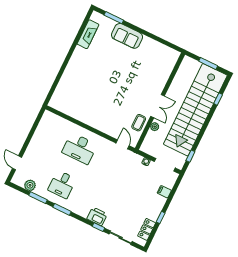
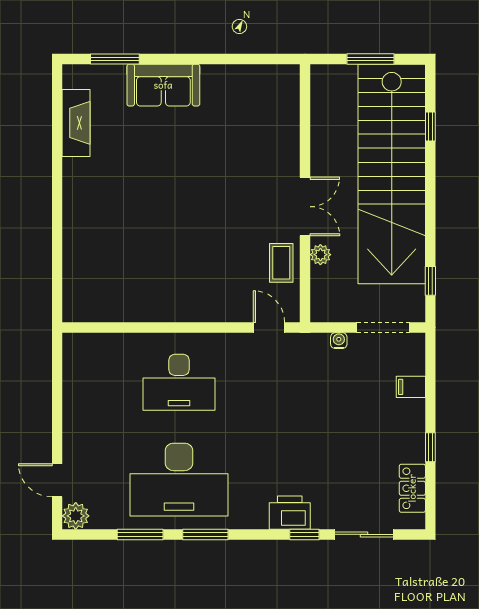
desk: (62, 184) -> (179, 480), width x1.87, depth x1.30
plant: (30, 185) -> (76, 516), moved

